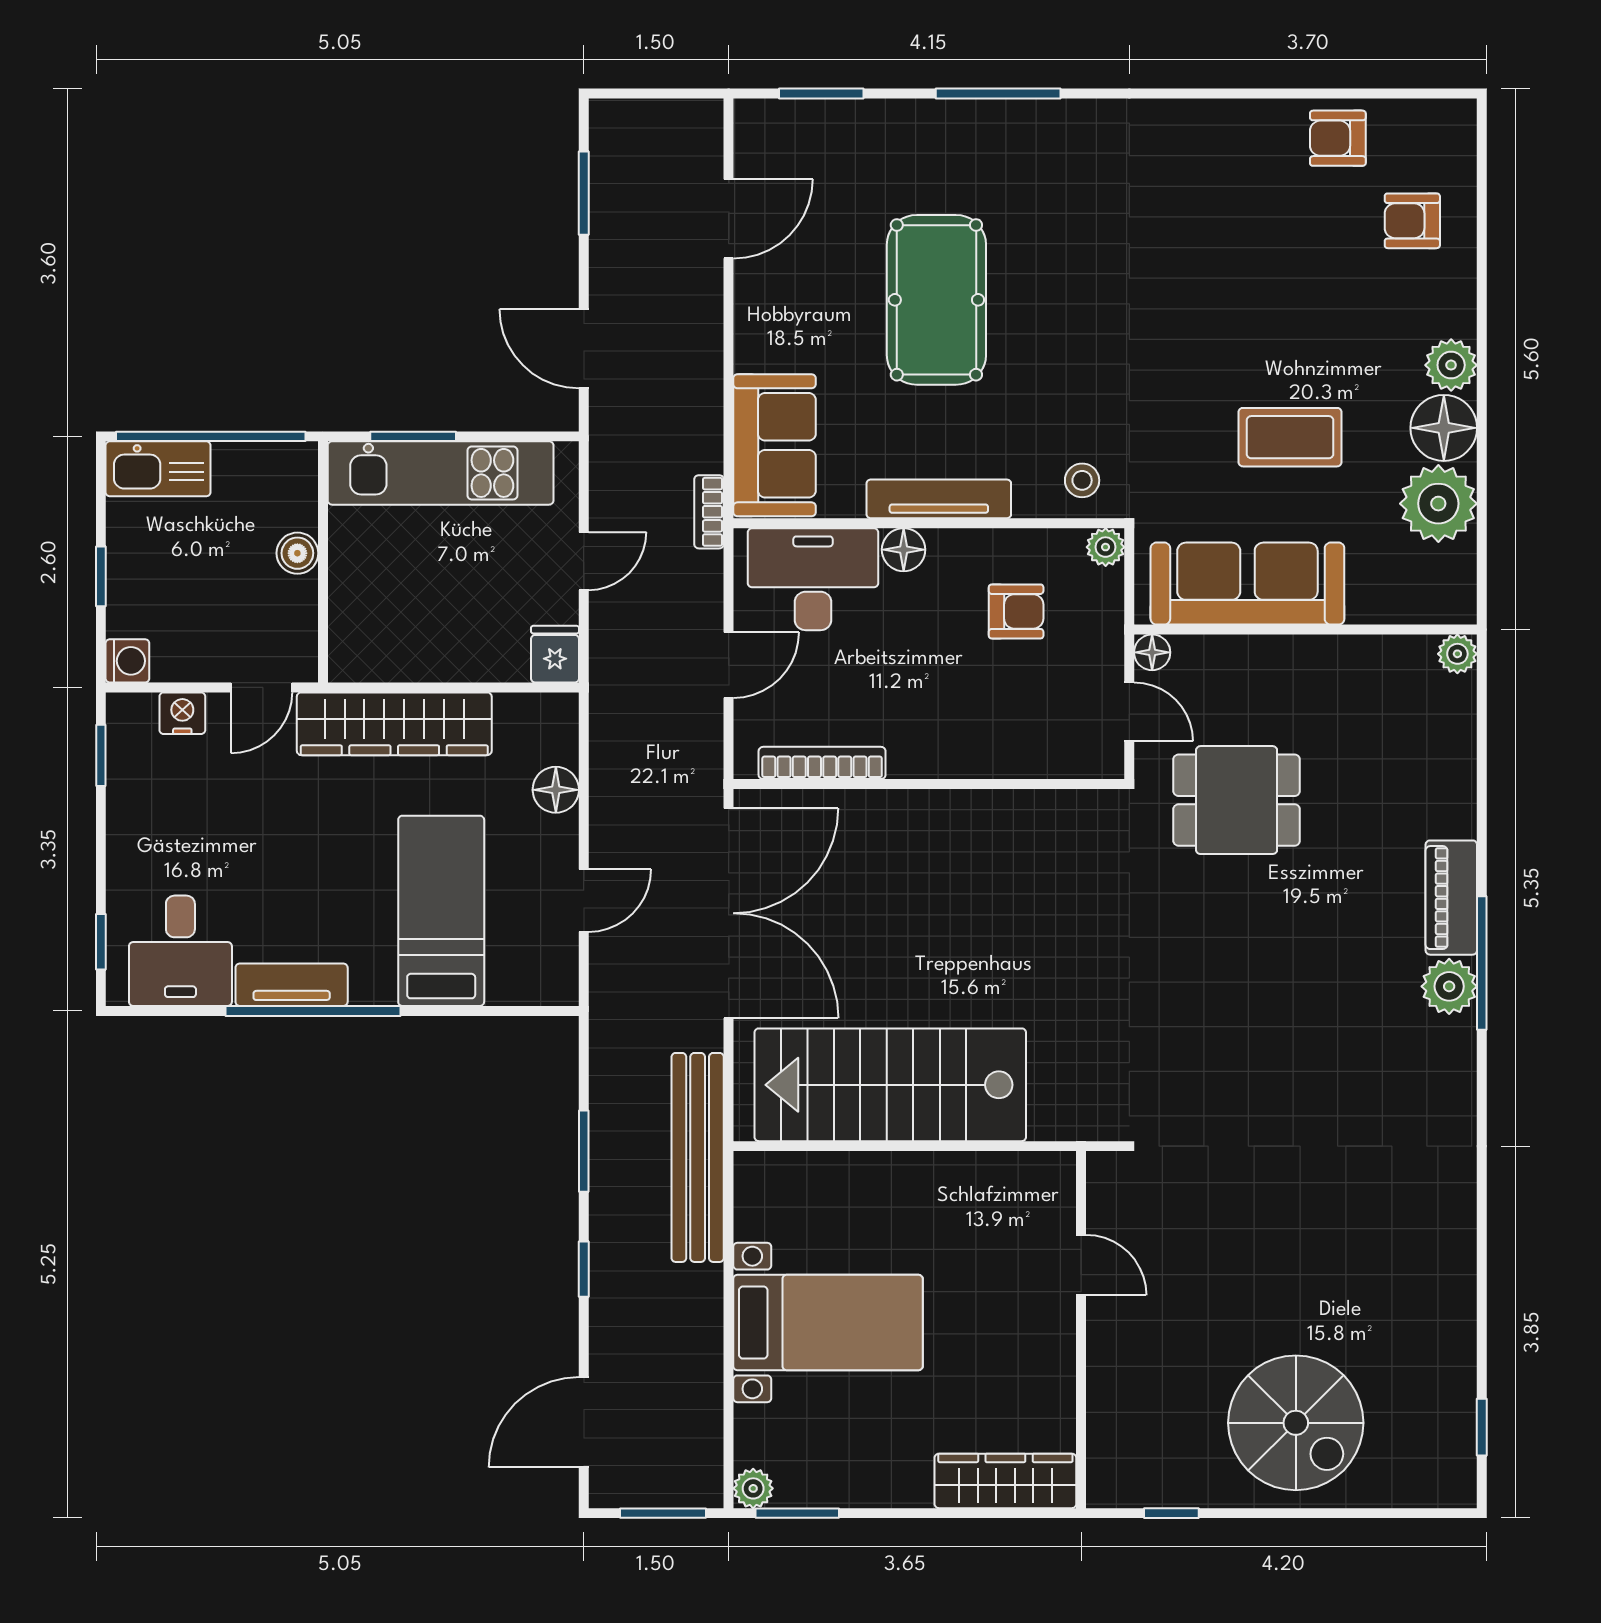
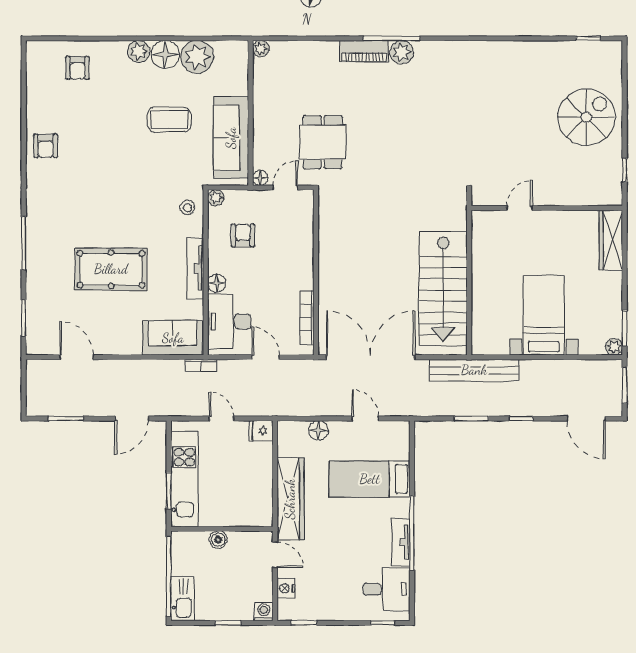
armchair: (1338, 138) -> (46, 146), moved
coffee table: (1290, 437) -> (169, 120), turned 90

